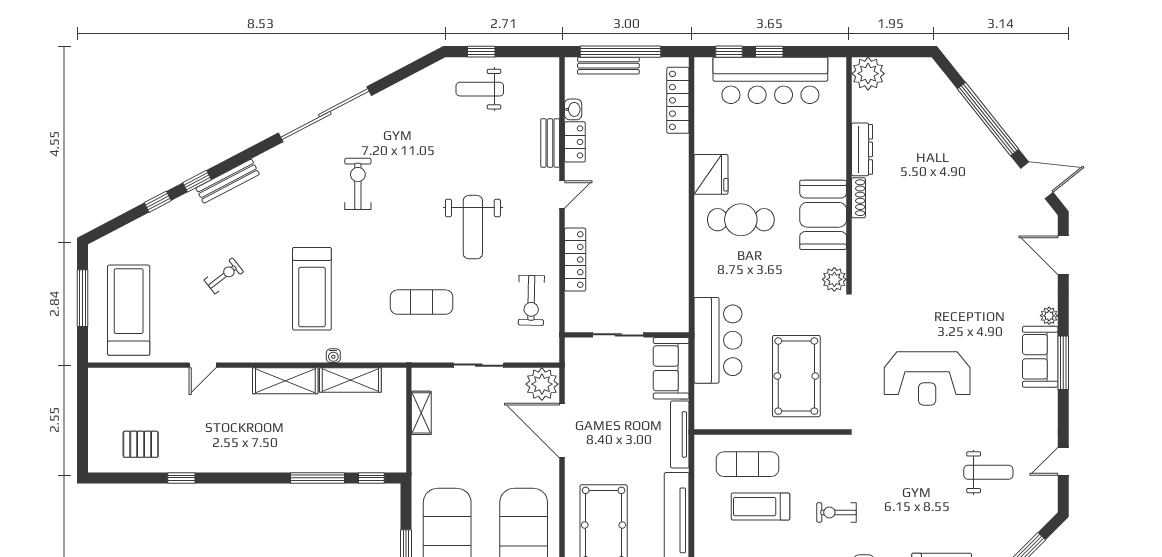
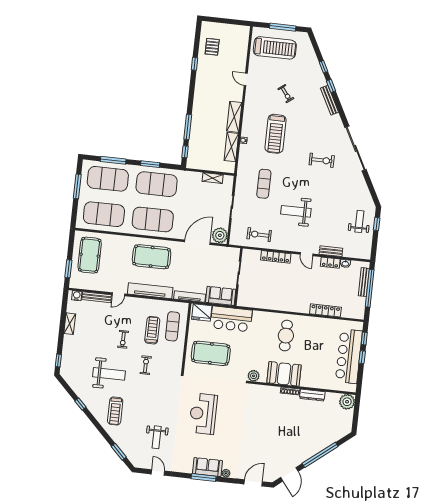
locker: (678, 100) -> (325, 310), moved
fridge: (711, 174) -> (202, 312), moved
treadmill: (312, 289) -> (276, 134), turned -90

